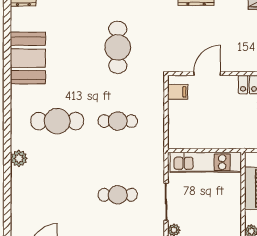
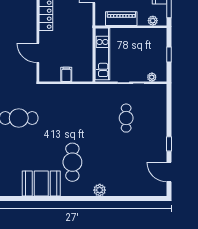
booth: (28, 58) -> (41, 183), moved
filing cabinet: (178, 92) -> (66, 74), moved
cafe table: (118, 121) -> (72, 118), removed

